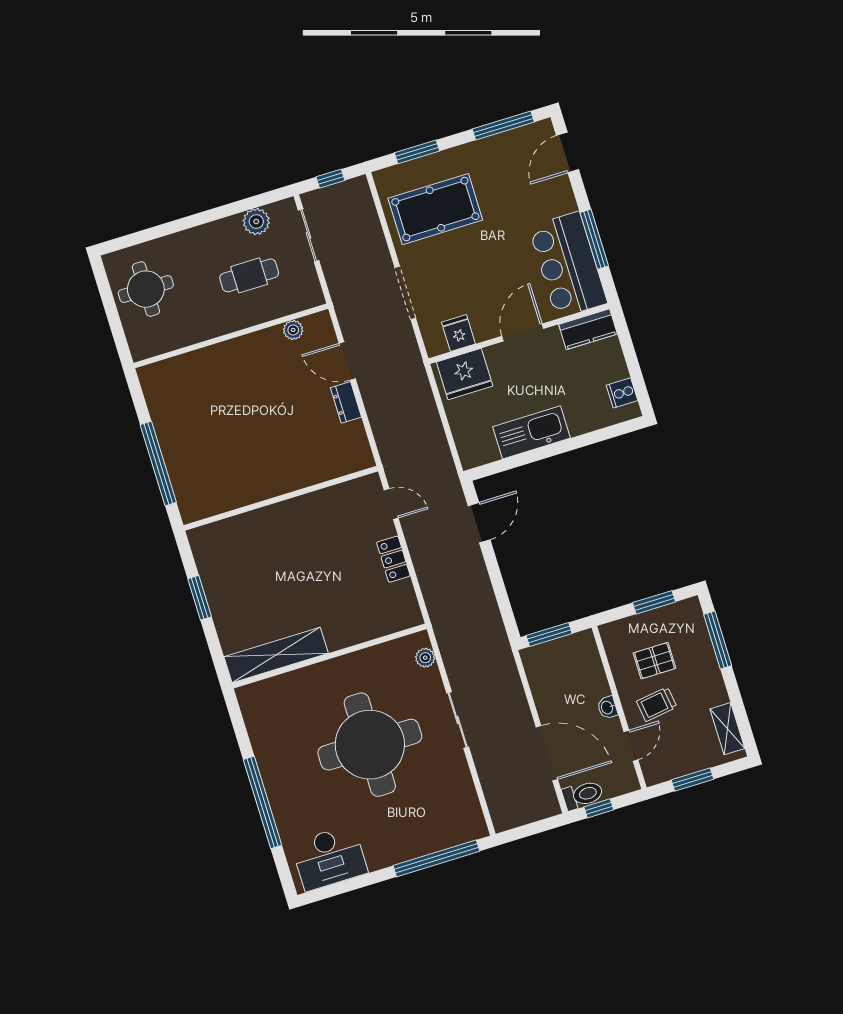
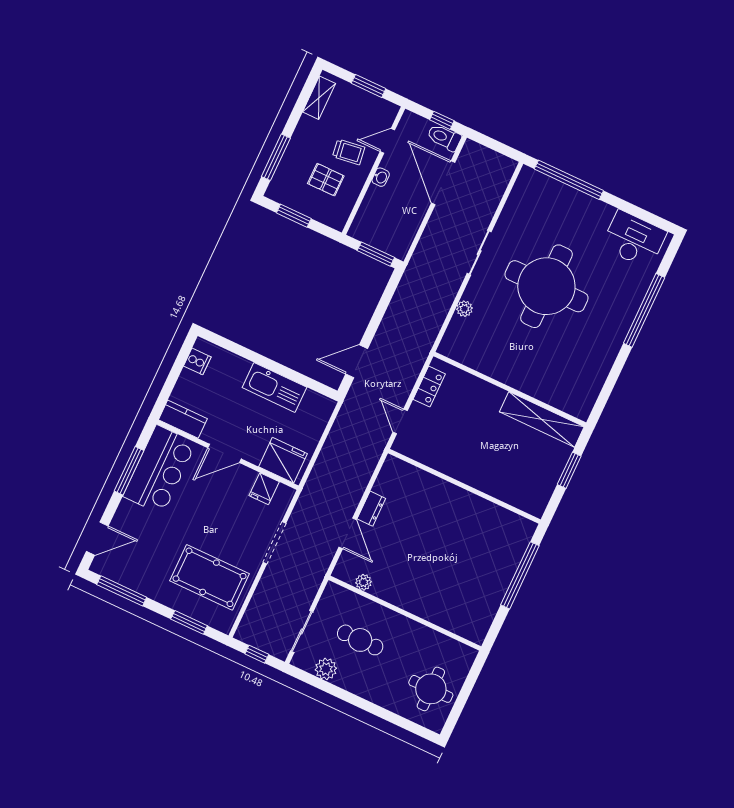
shelving: (276, 655) -> (542, 419), moved
wall: (329, 656) -> (510, 389), moved

